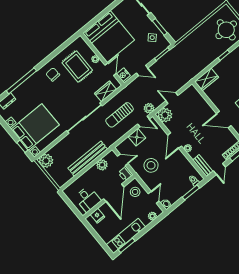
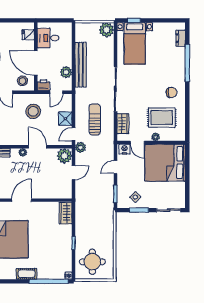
bed with nightstands: (35, 127) -> (135, 43), width x0.73

